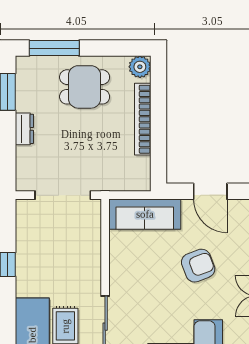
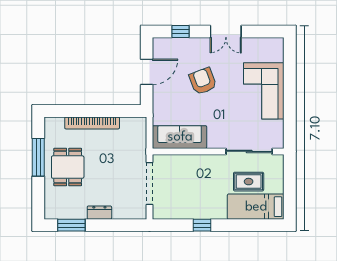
window: (54, 48) -> (38, 157), moved
plant: (140, 67) -> (52, 125), removed
sofa: (145, 214) -> (180, 137), moved, turned -90

